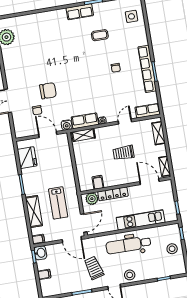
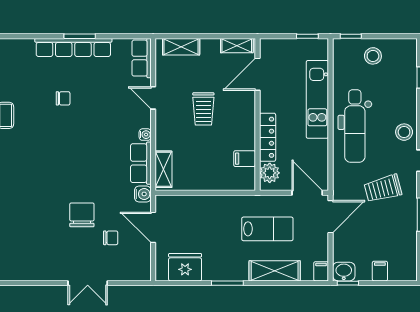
door: (48, 135) -> (153, 227), hinge flipped

